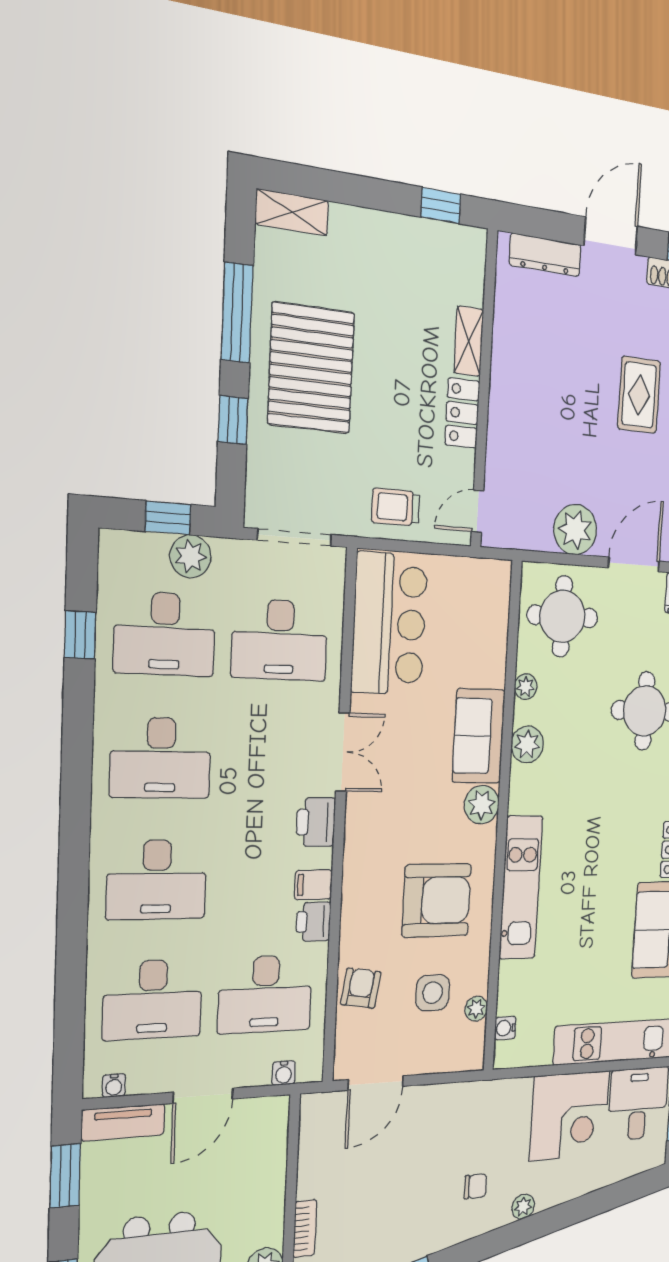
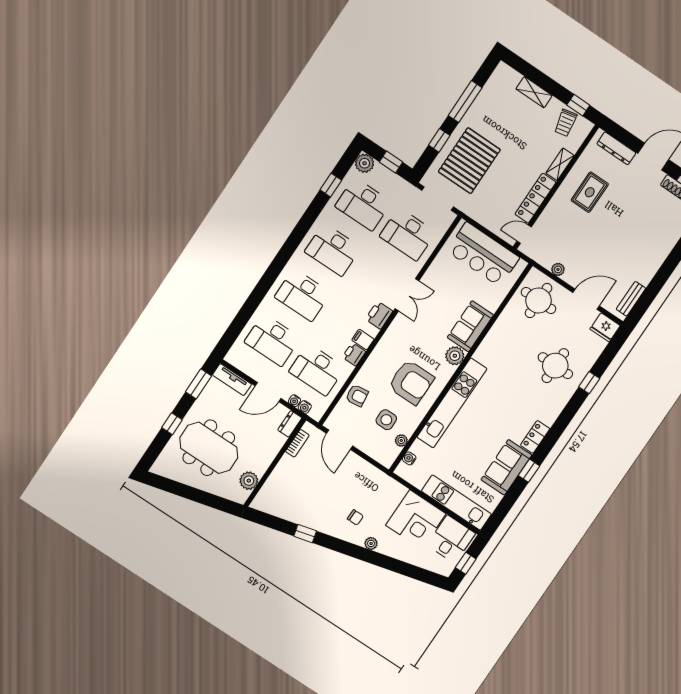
shelving: (292, 212) -> (534, 92), moved
pallet: (311, 368) -> (469, 161), moved
rug: (639, 395) -> (590, 192), moved
locker: (462, 413) -> (535, 198), width x1.53
trolley: (396, 507) -> (566, 123), moved, turned -102
plant: (575, 530) -> (558, 269), width x0.53, depth x0.53
plant: (190, 556) -> (365, 163), moved
bar counter: (389, 624) -> (483, 254), moved, turned 90
plant: (526, 687) -> (504, 319), removed
plant: (527, 744) -> (491, 344), removed
kitchen unit: (521, 888) -> (452, 403), width x1.36
armchair: (361, 988) -> (357, 396), turned 74
door: (376, 1083) -> (340, 440), hinge flipped
water cooler: (114, 1086) -> (295, 401), moved
dresser: (276, 1121) -> (290, 424), added
bookcase: (305, 1228) -> (297, 443), moved

